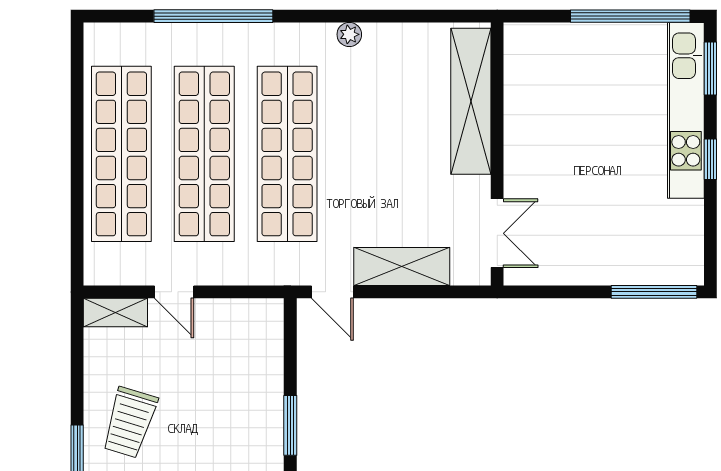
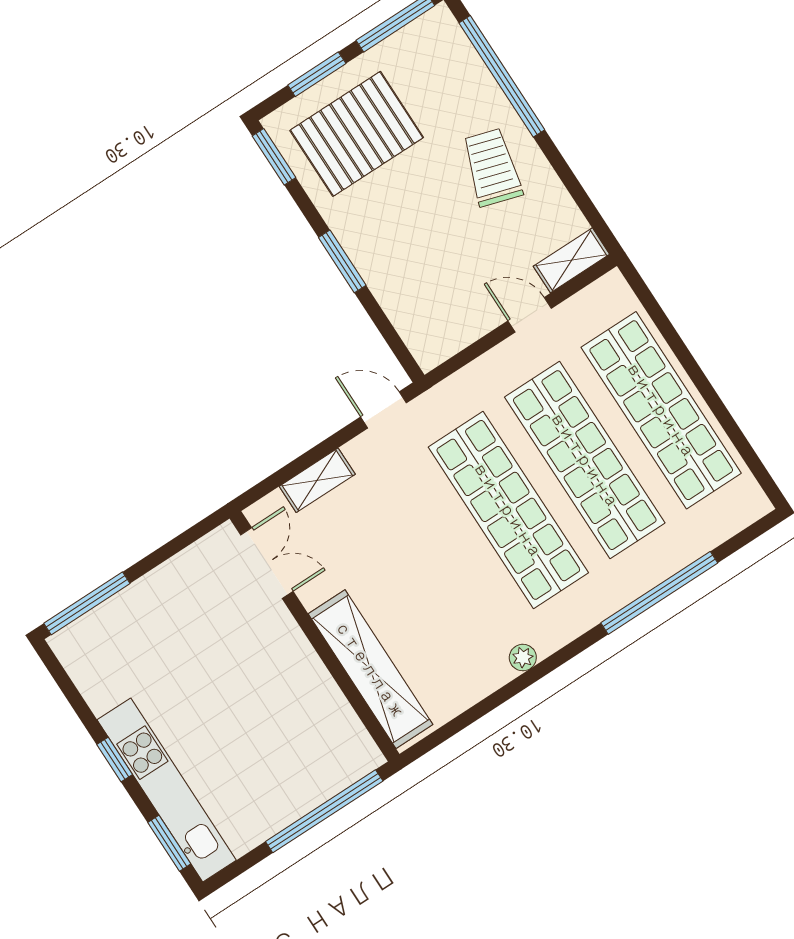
window: (630, 16) -> (324, 811), moved
double door: (497, 233) -> (267, 563), swing flipped
shelving: (402, 266) -> (317, 480), width x0.67, depth x0.75

